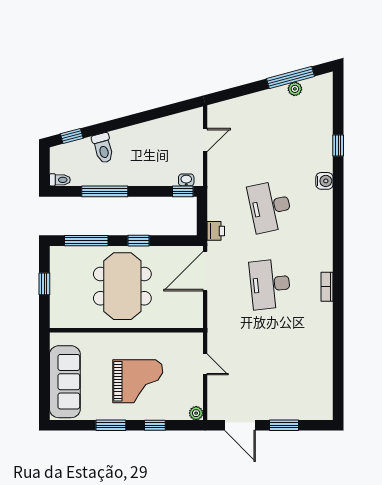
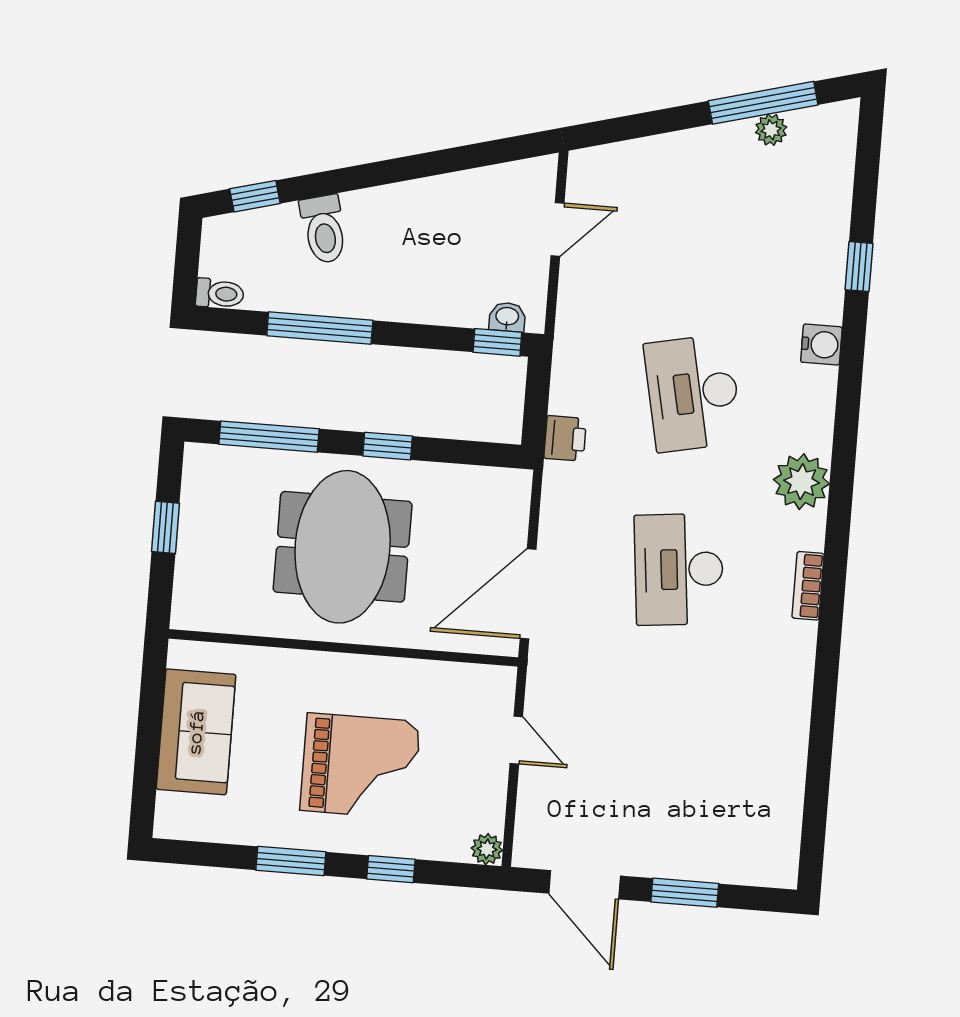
plant: (321, 242) -> (802, 482), added
door: (205, 271) -> (528, 594), moved
sofa: (65, 382) -> (196, 732), width x0.73

